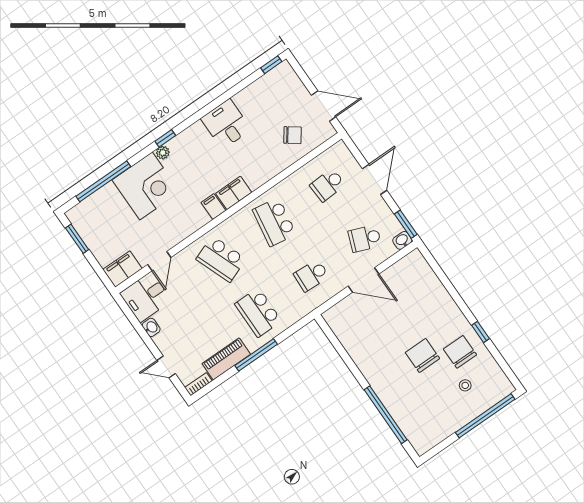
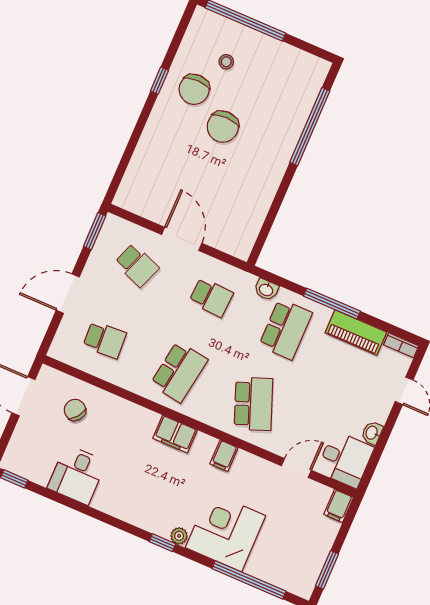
desk: (226, 124) -> (77, 475), moved
filing cabinet: (213, 206) -> (224, 456), moved
washbasin: (402, 240) -> (266, 290), moved
filing cabinet: (122, 269) -> (339, 506), width x0.50

